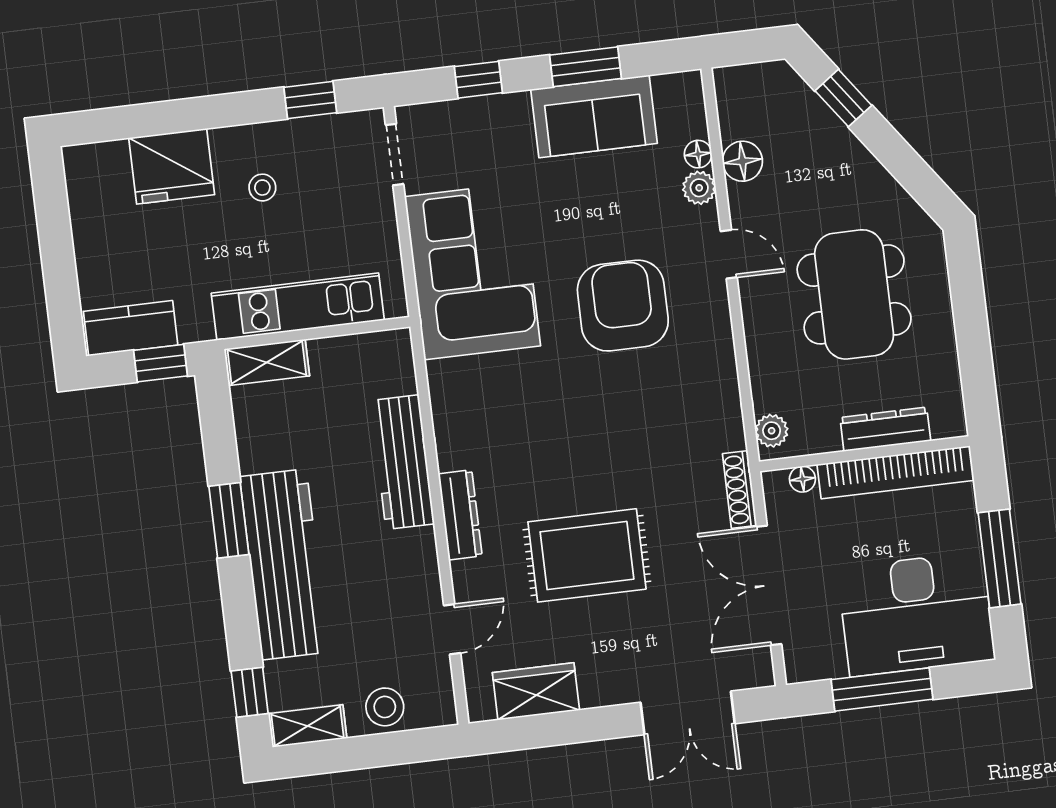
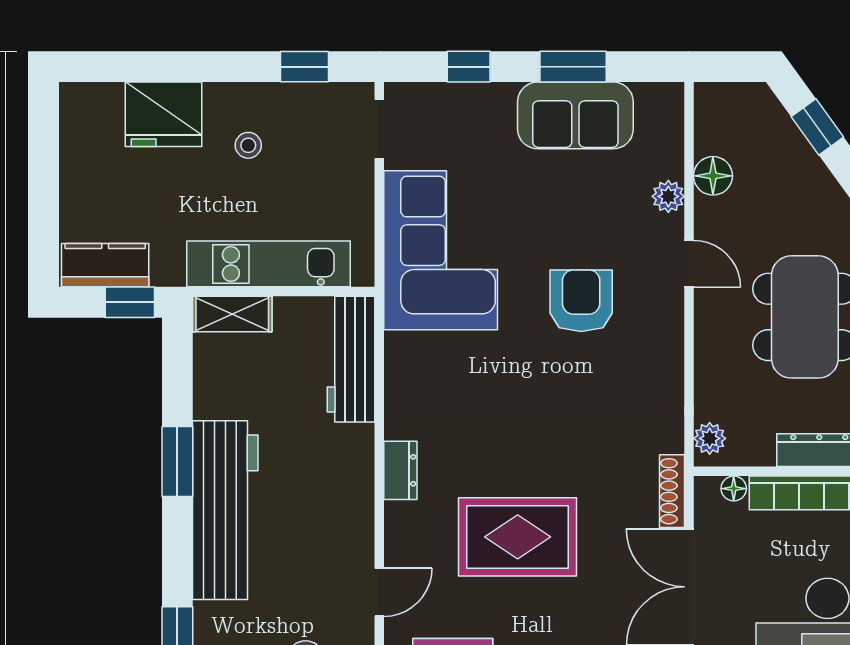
floor lamp: (698, 154) -> (671, 164), removed
armchair: (623, 306) -> (581, 301), width x0.73, depth x0.73
workbench: (402, 462) -> (351, 359), moved
dresser: (460, 515) -> (400, 470), width x0.70

